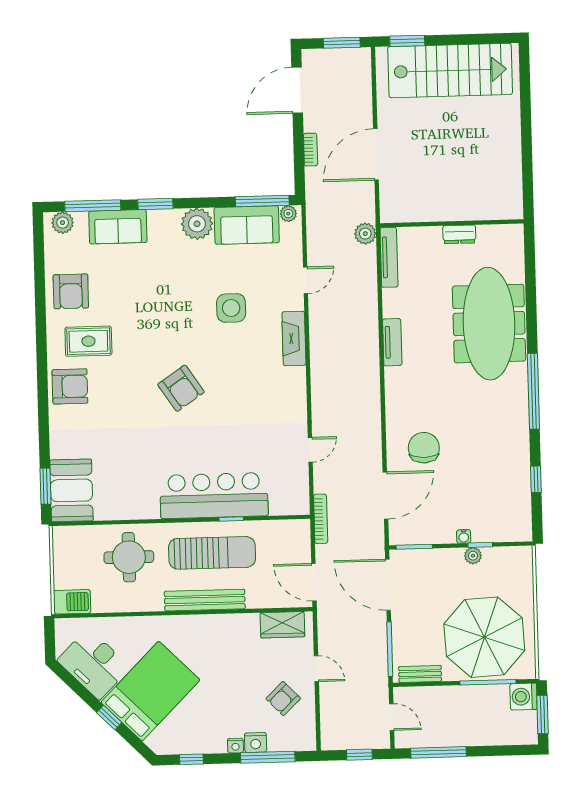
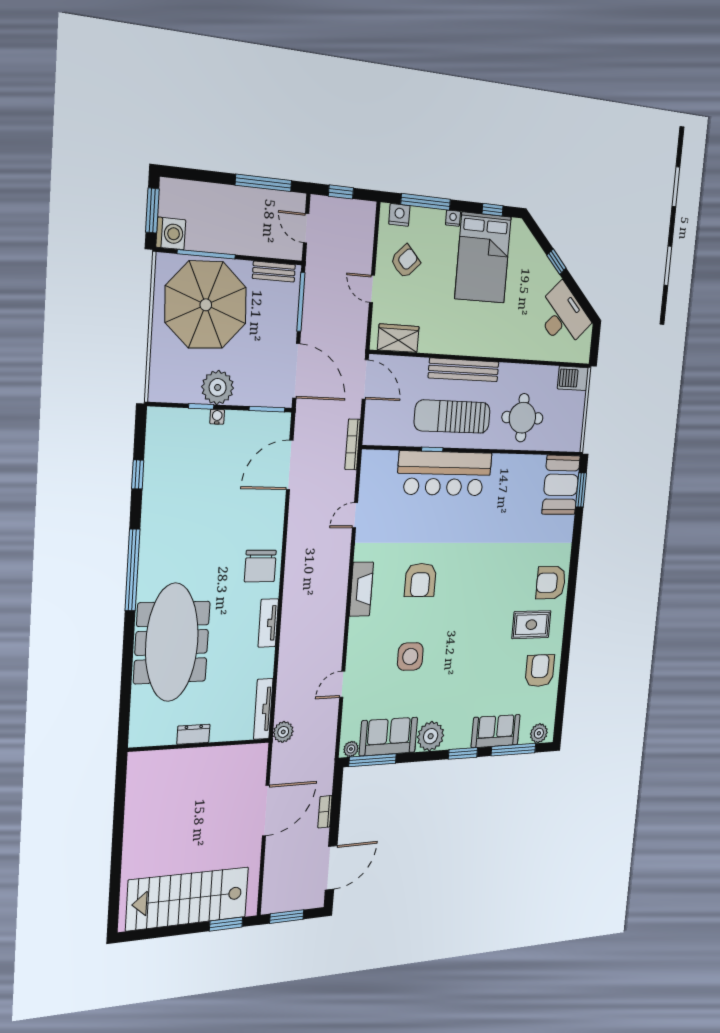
fireplace: (294, 339) -> (361, 589), moved
armchair: (181, 388) -> (420, 580), moved, turned -146
chair: (424, 448) -> (260, 566), moved
plant: (473, 556) -> (218, 387), width x1.88, depth x1.88
bed: (150, 691) -> (483, 258), moved, turned -45
nightstand: (256, 742) -> (399, 215), moved

